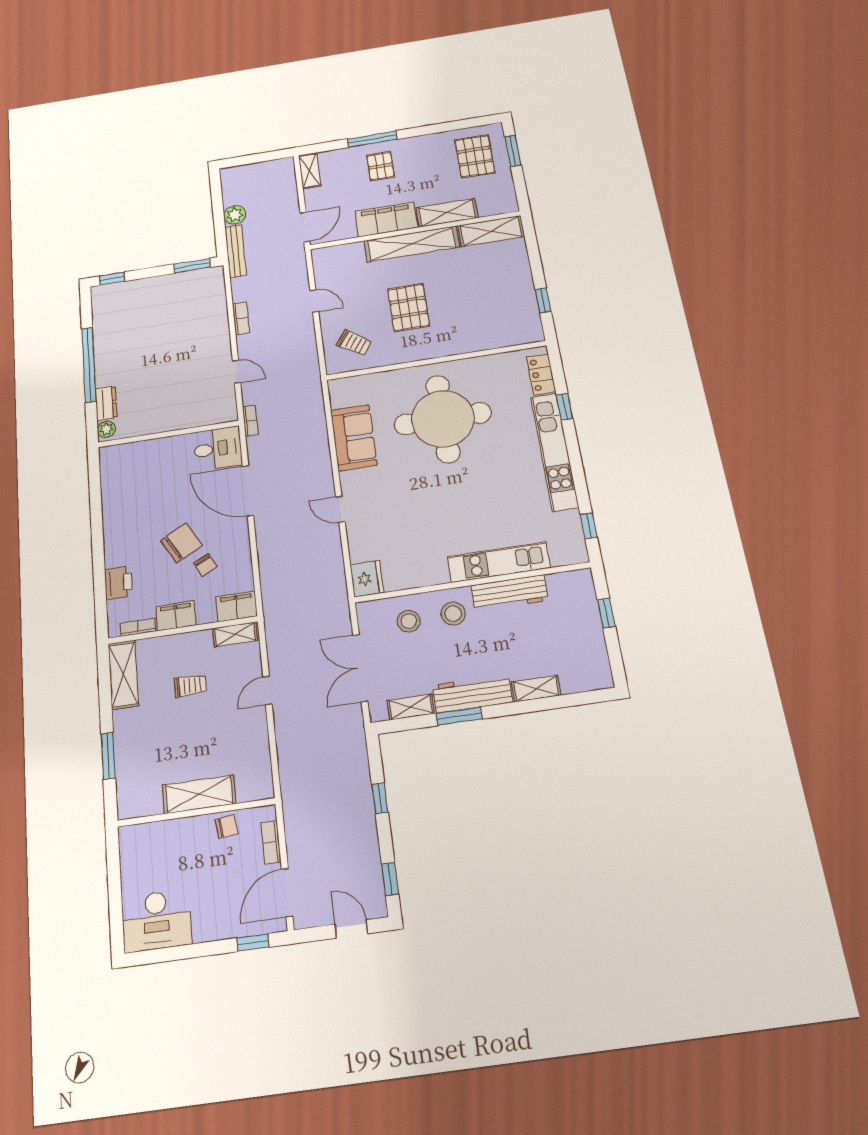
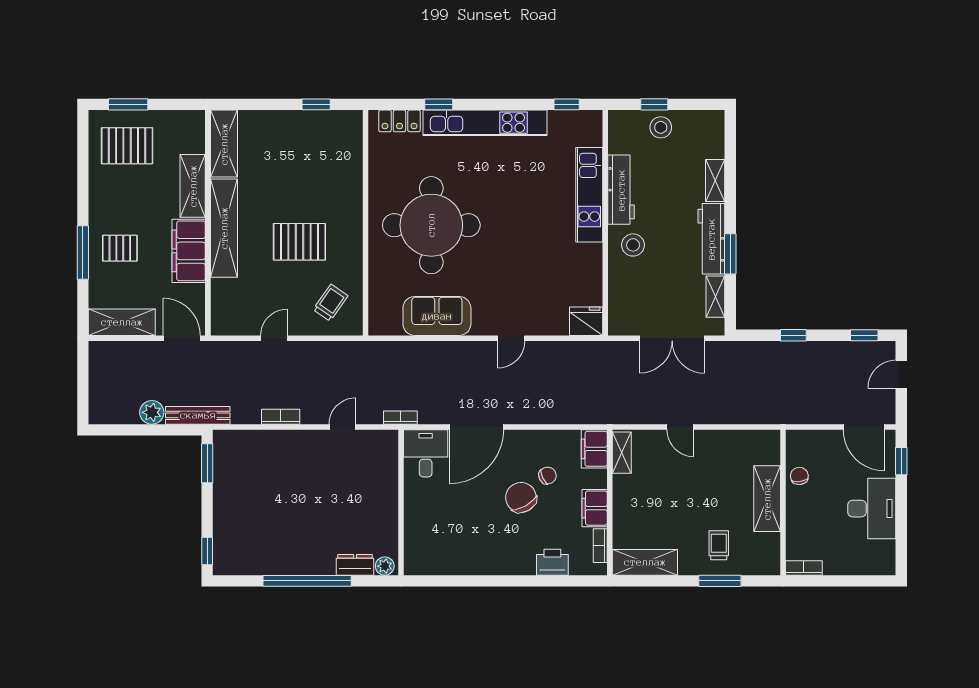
shelving: (310, 171) -> (122, 322), width x1.50, depth x1.33
stool: (409, 621) -> (661, 127), moved
trolley: (190, 686) -> (719, 545), moved
bookcase: (271, 842) -> (804, 568), moved, turned 180
desk: (156, 921) -> (872, 509), moved

